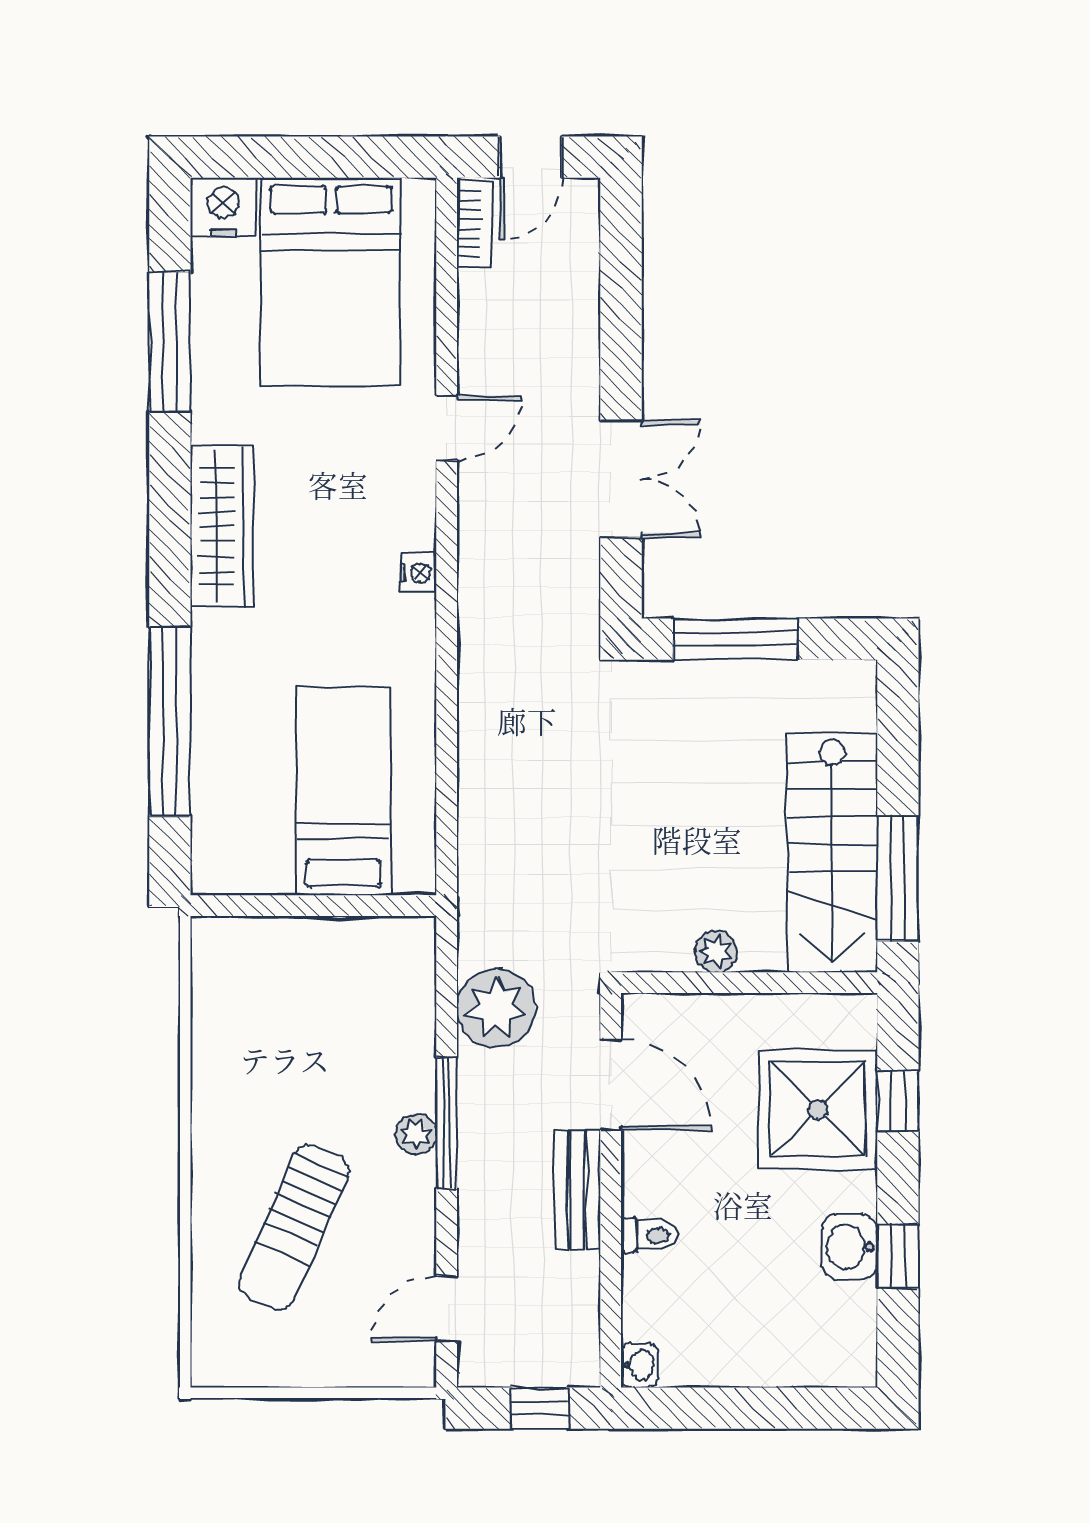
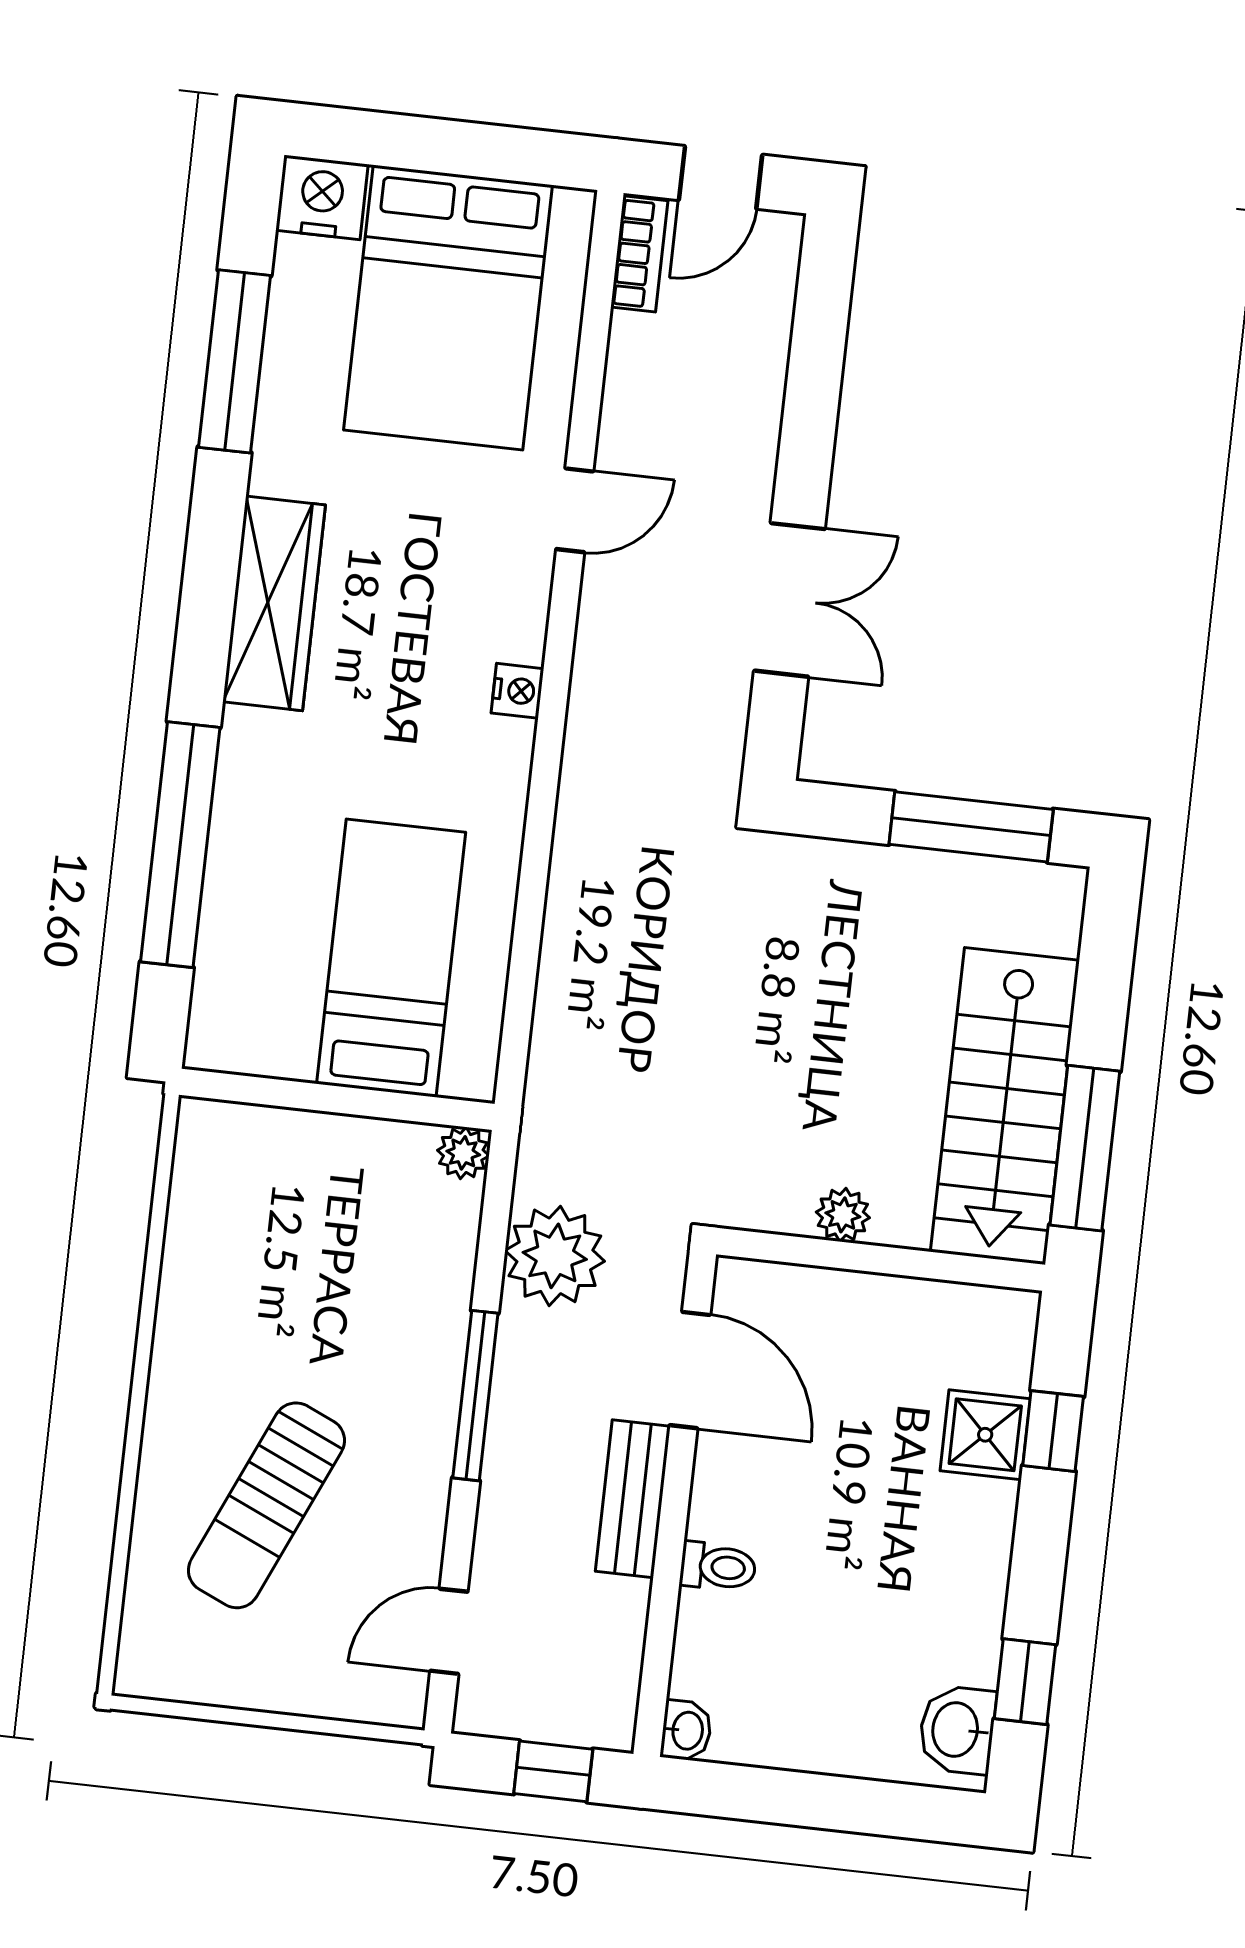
window: (735, 639) -> (971, 827), moved
shower: (818, 1110) -> (985, 1435), width x0.54, depth x0.54
plant: (416, 1134) -> (463, 1153), moved
washbasin: (849, 1247) -> (957, 1730), moved
window: (898, 1256) -> (1025, 1682), moved

